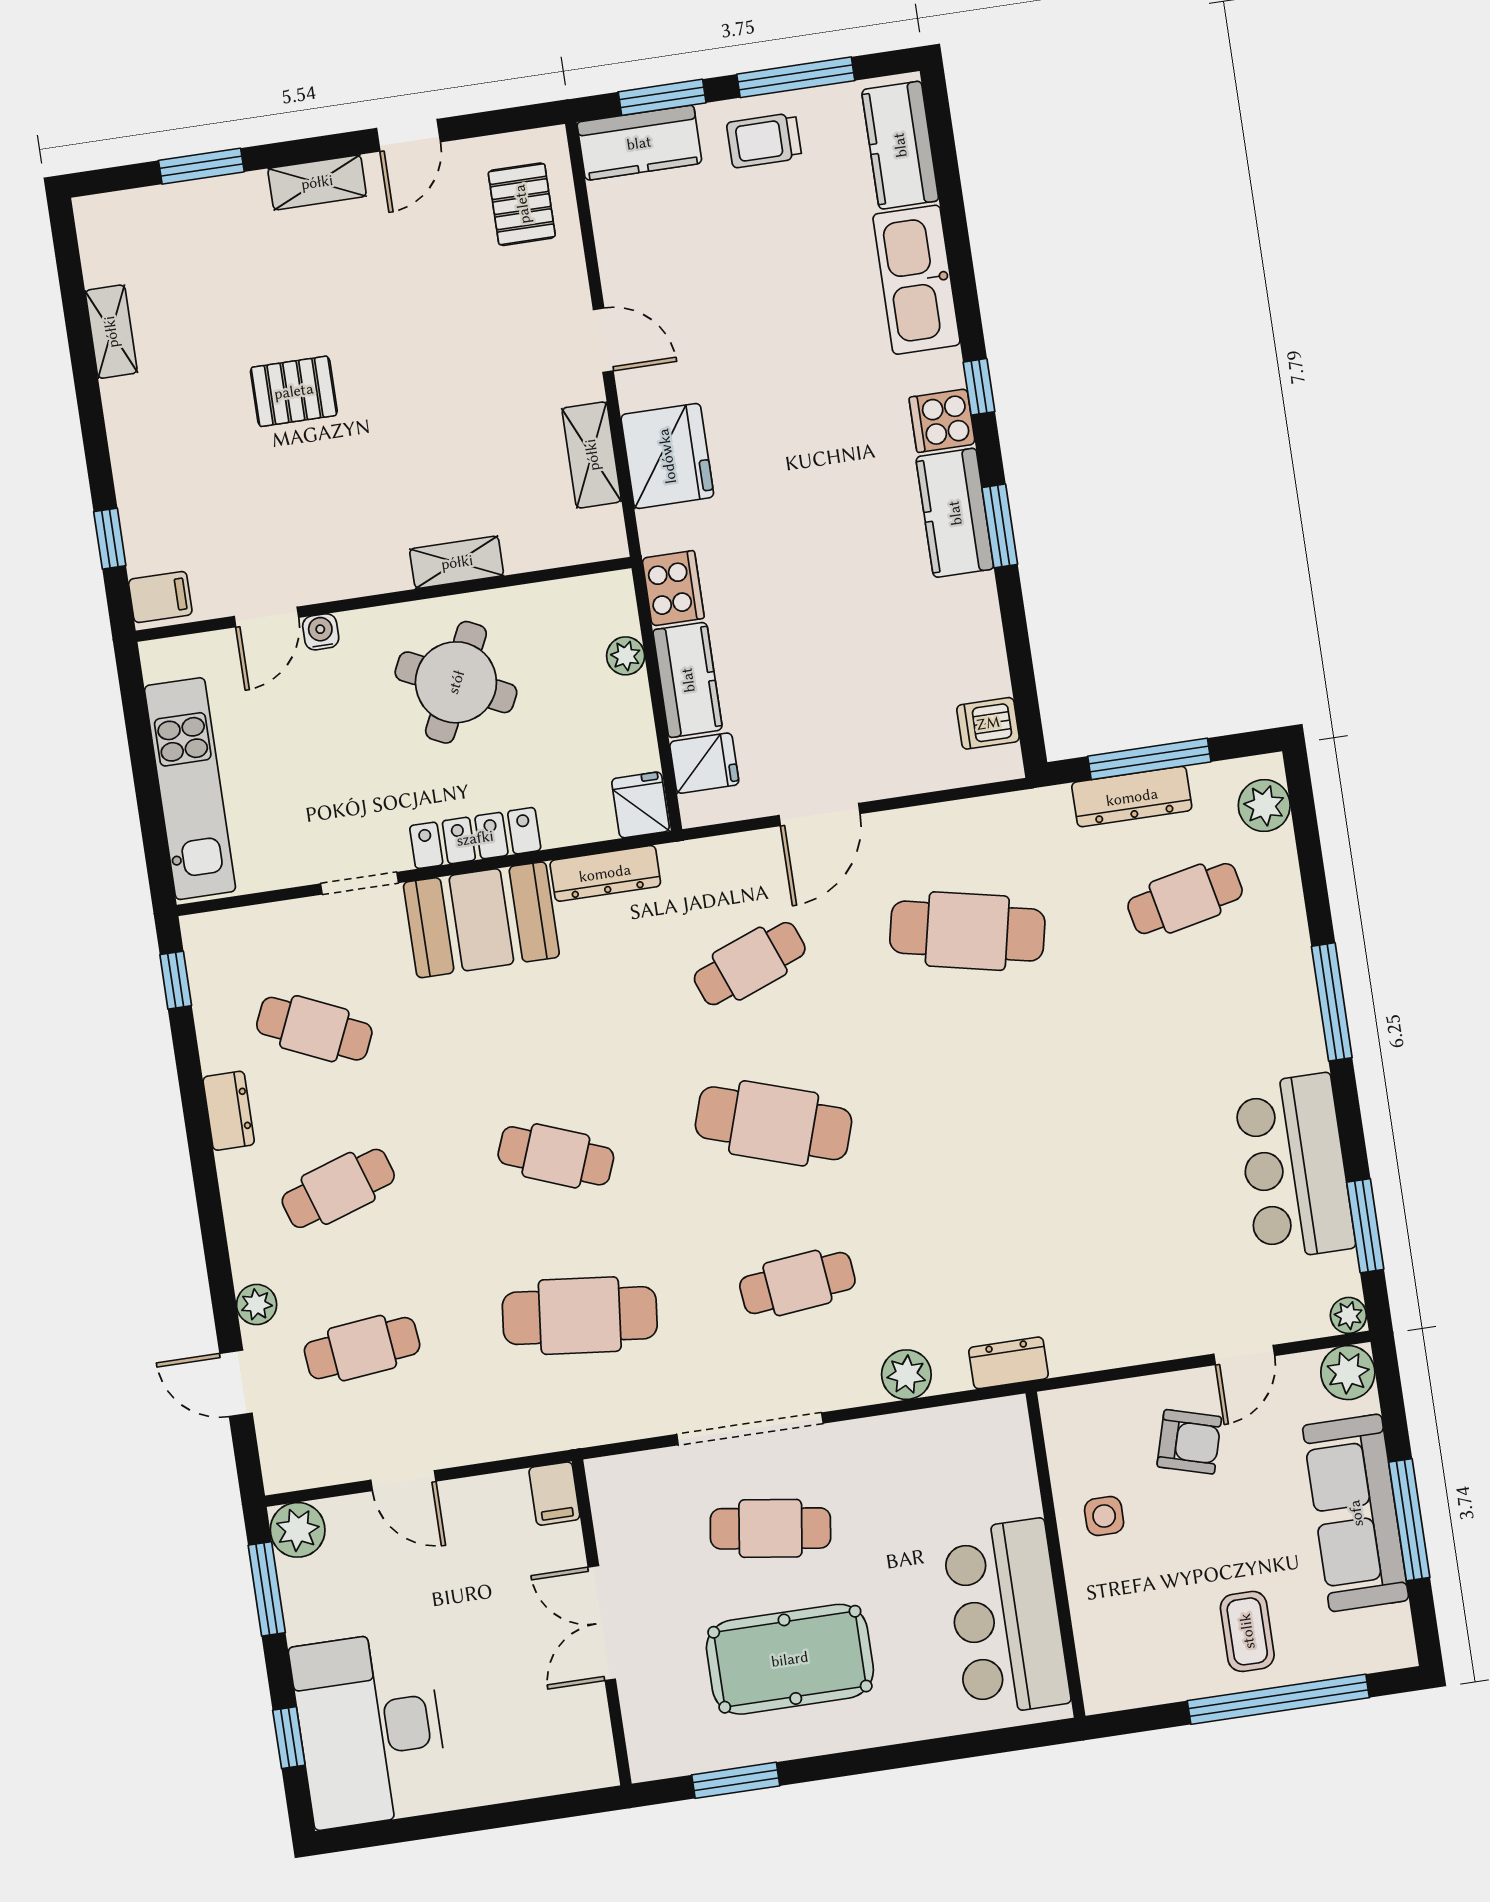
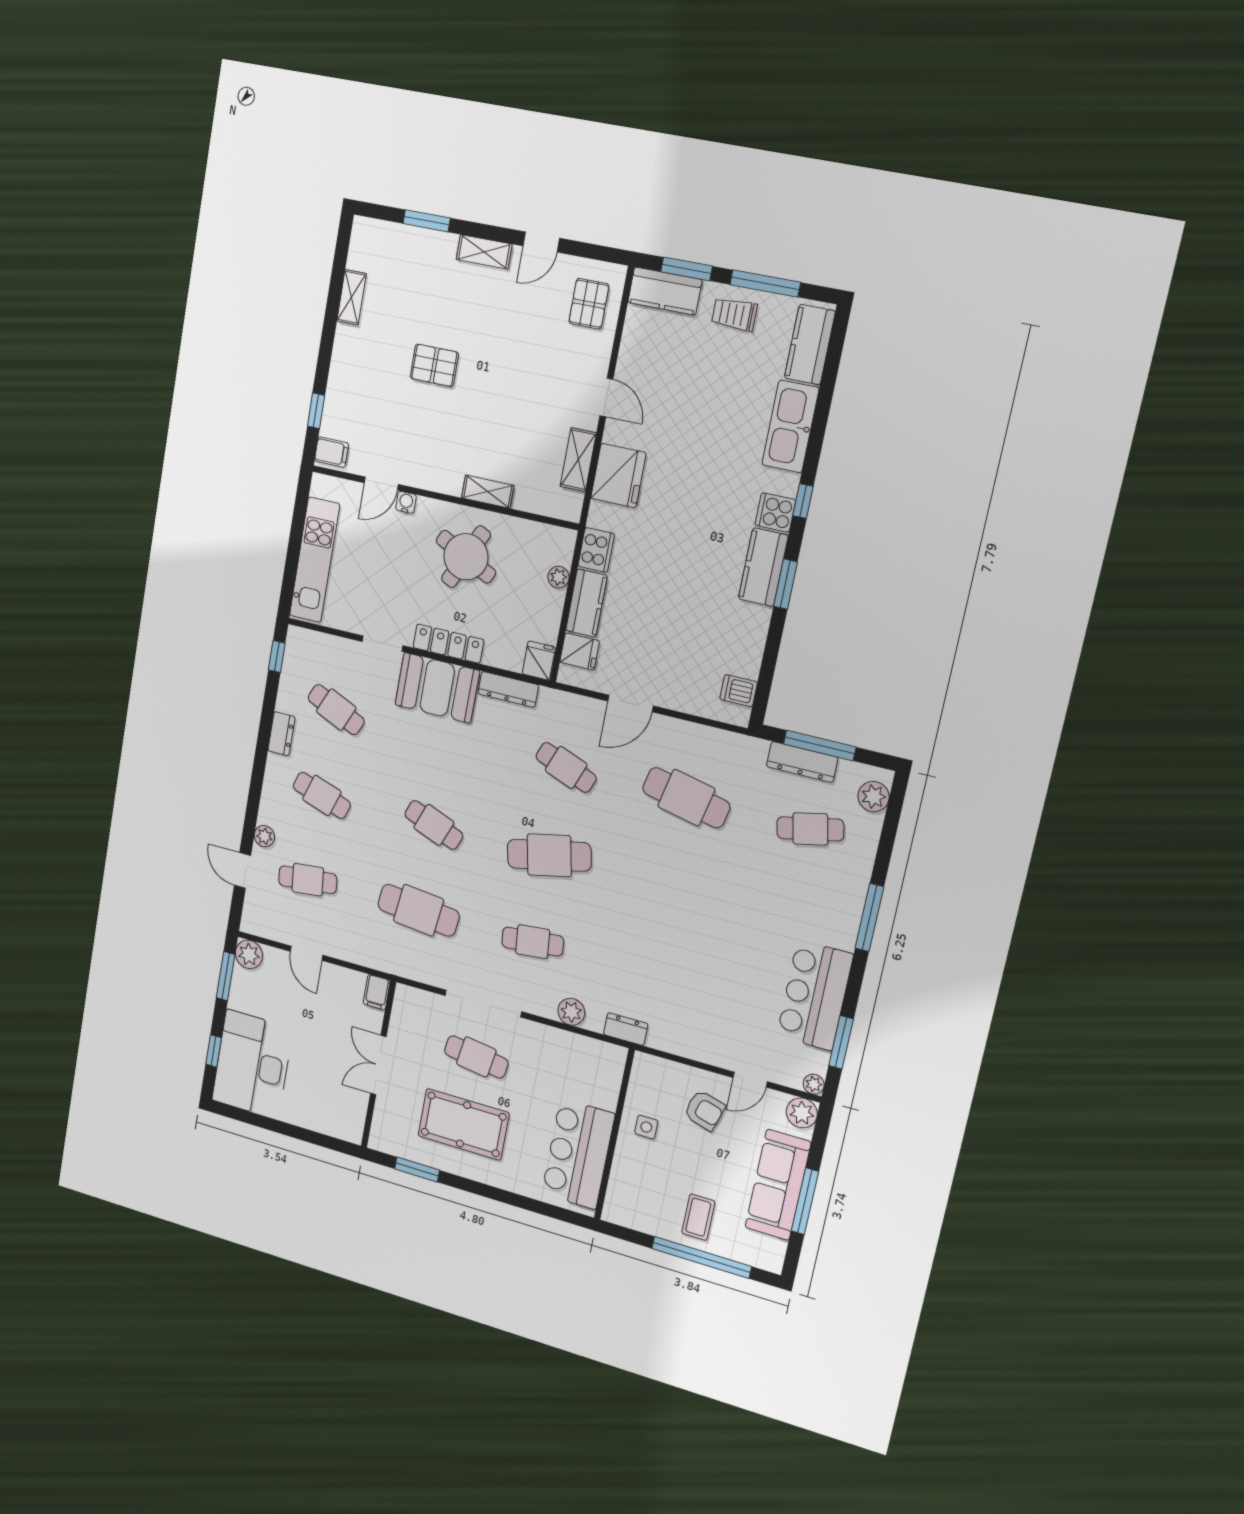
cafe table: (750, 964) -> (566, 767), turned 42
cafe table: (774, 1123) -> (549, 855), turned -30
cafe table: (338, 1188) -> (322, 795), turned 36

